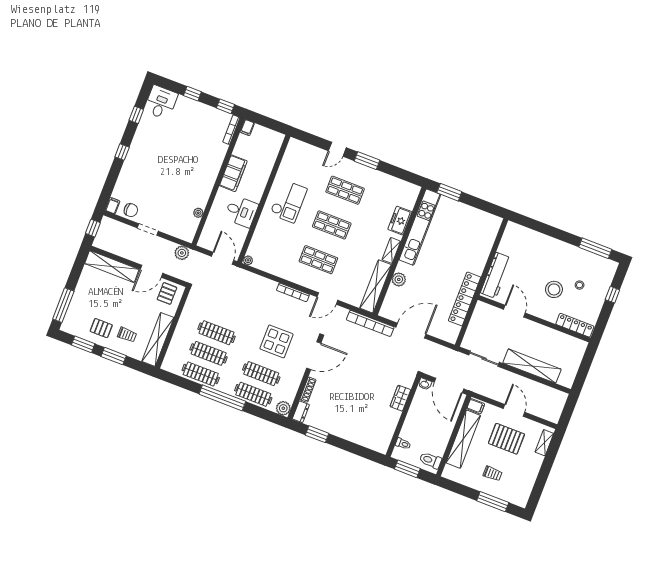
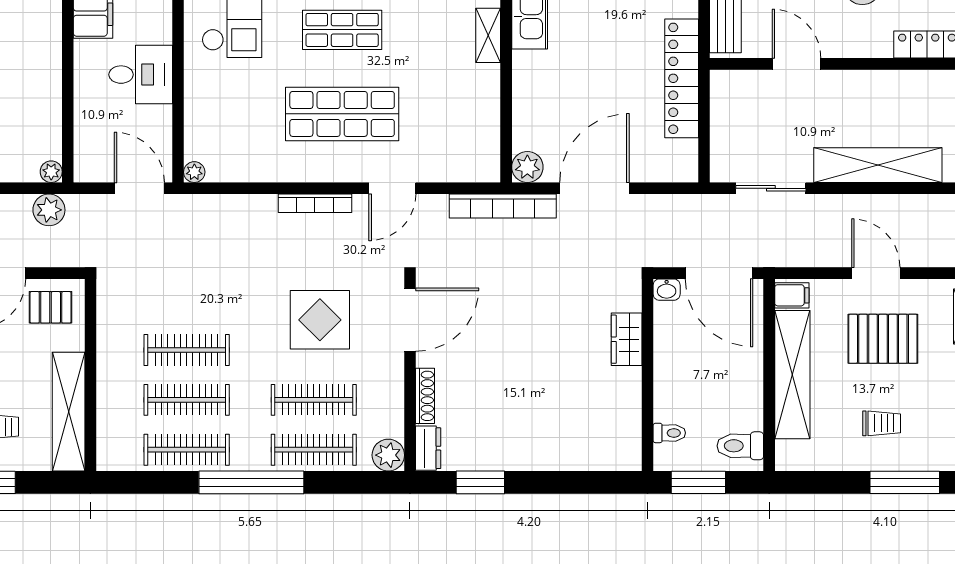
plant: (198, 213) -> (51, 172), moved
shop shelf: (318, 260) -> (342, 114), width x1.43, depth x1.36
plant: (399, 279) -> (527, 167), moved
shelving: (376, 286) -> (484, 124), removed
pallet: (167, 293) -> (51, 307), turned 90

